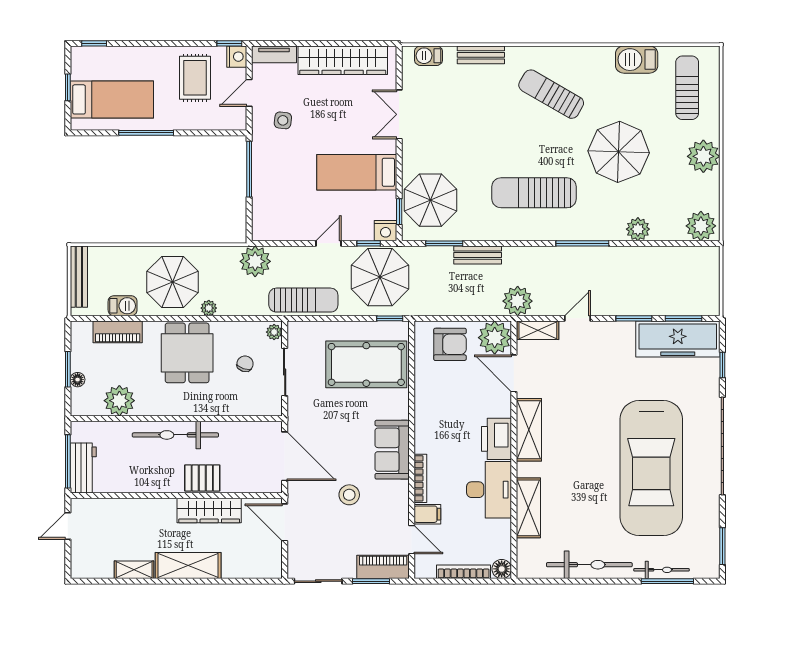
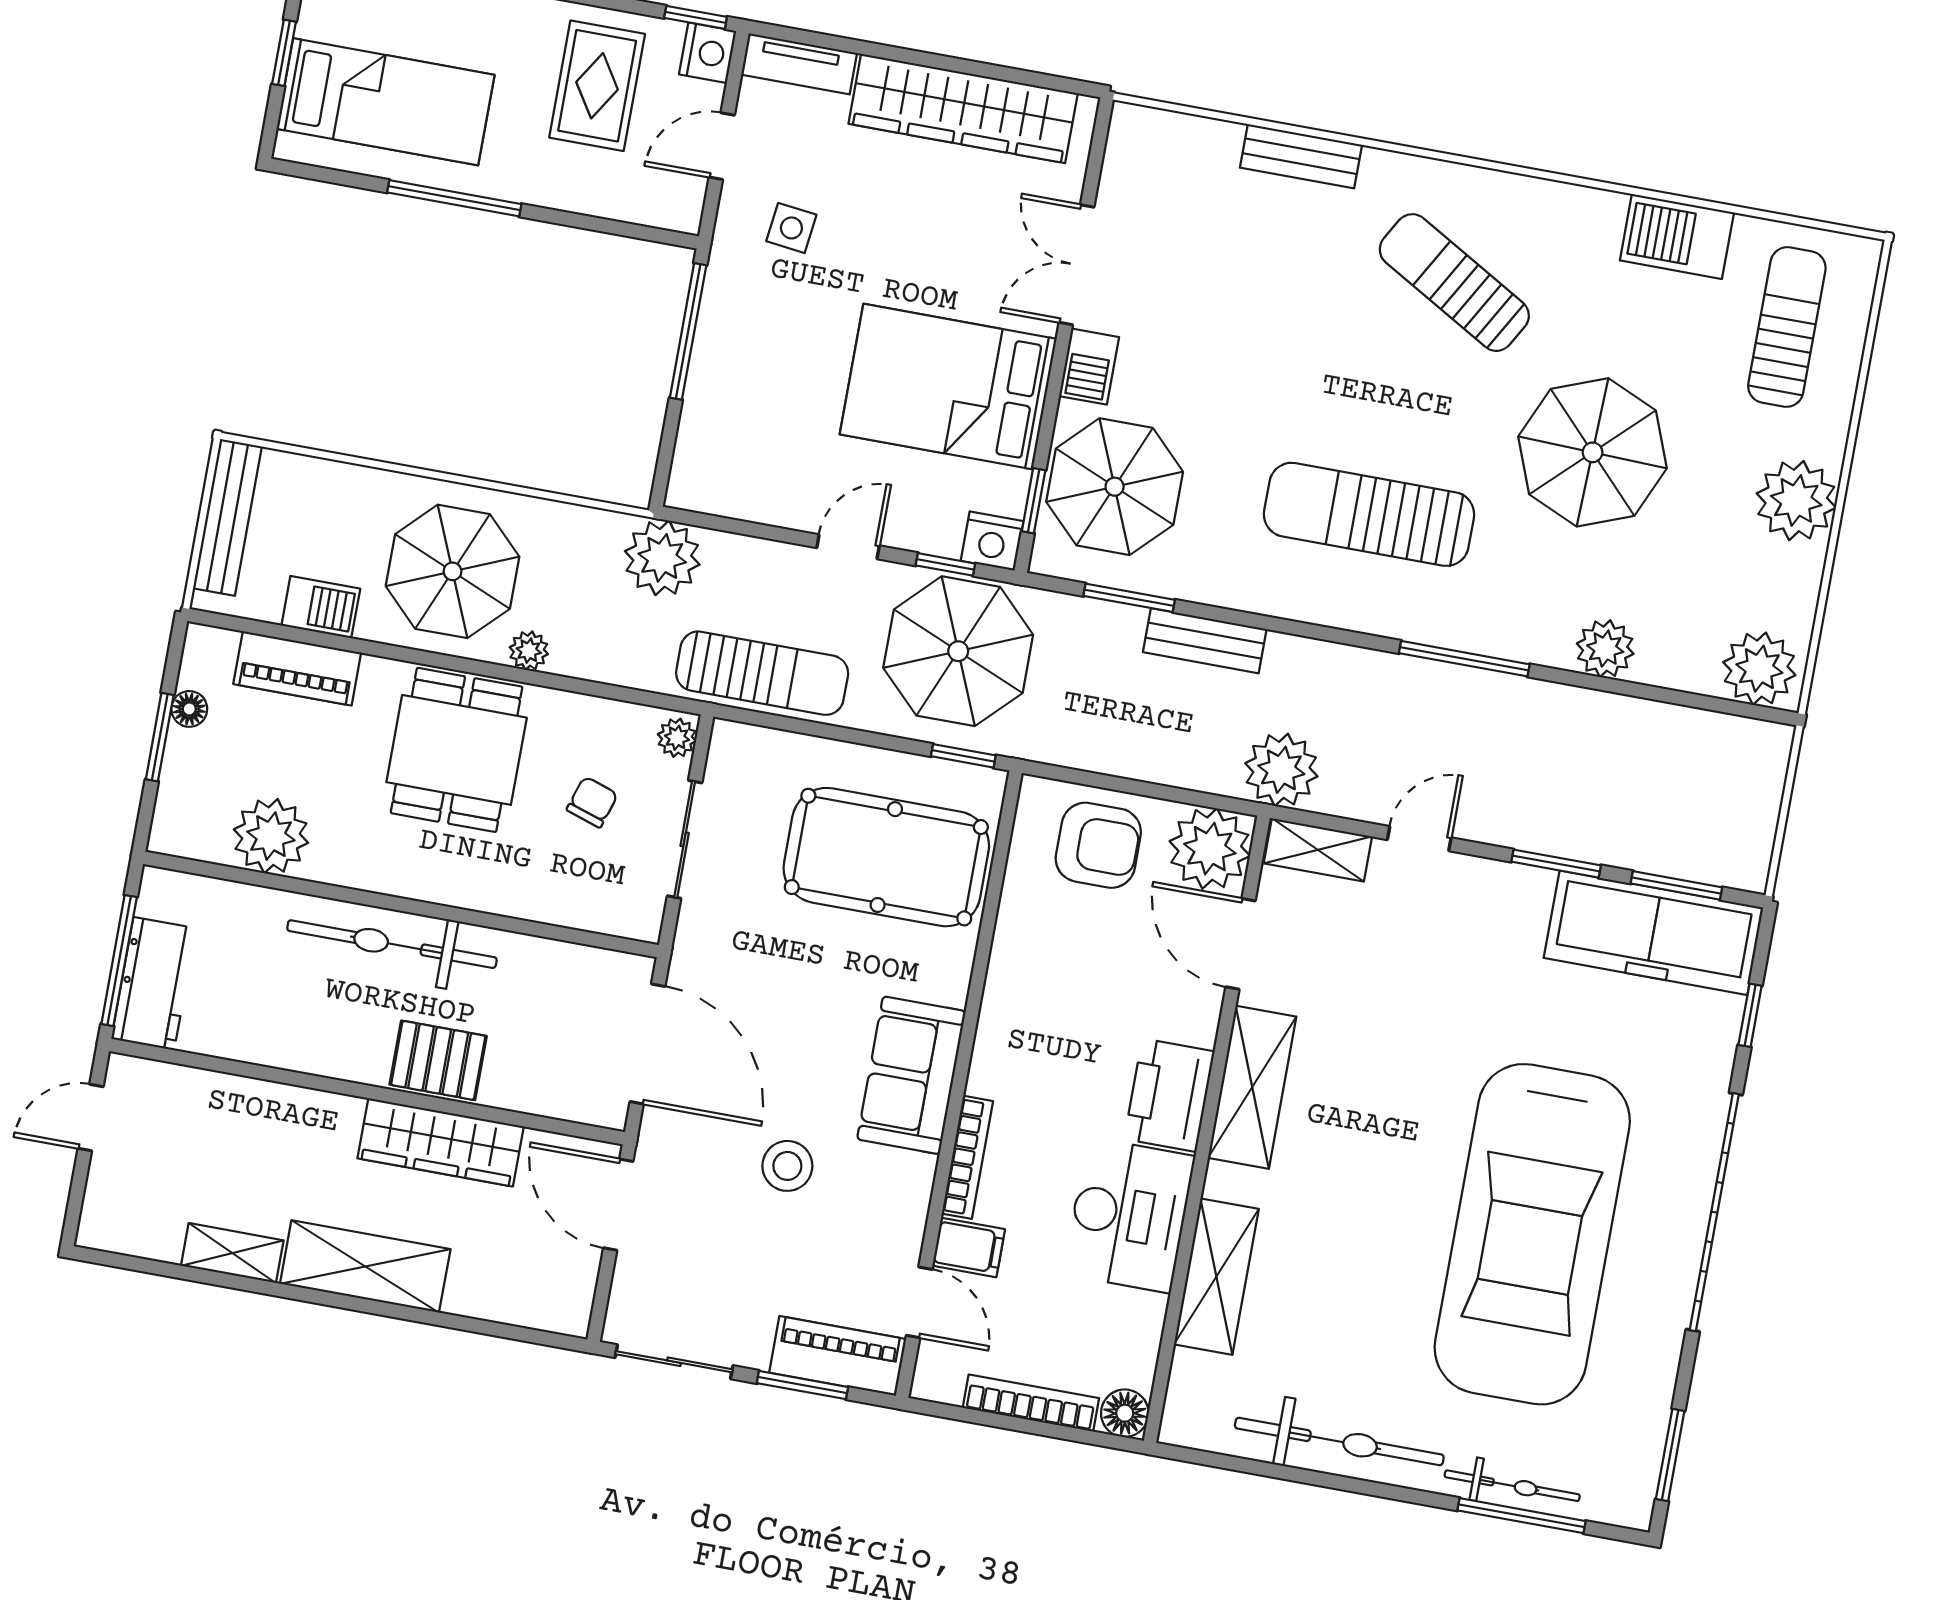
barbecue: (428, 56) -> (1089, 367), moved, turned -90
bed: (357, 172) -> (948, 387), width x1.50
floor lamp: (78, 380) -> (189, 709), moved

